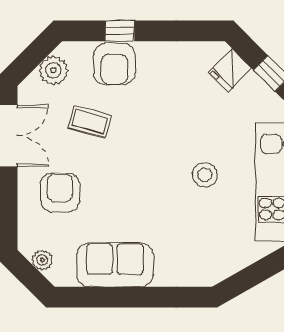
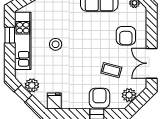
fridge: (230, 70) -> (54, 101), moved, turned -45
plant: (253, 90) -> (32, 85), added

